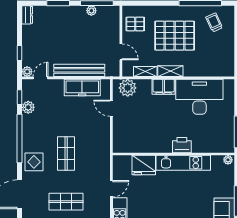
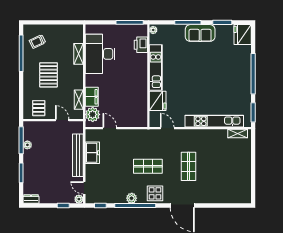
pallet: (175, 36) -> (49, 75), width x0.73, depth x0.71
door: (121, 52) -> (62, 120), hinge flipped
shelving: (170, 71) -> (78, 54), moved
freezer: (82, 87) -> (92, 153), width x0.71
filing cabinet: (164, 87) -> (92, 97), moved
plant: (28, 107) -> (132, 198), moved
door: (111, 108) -> (110, 128), swing flipped
printer: (182, 145) -> (141, 45), moved
door: (111, 189) -> (167, 128), moved

